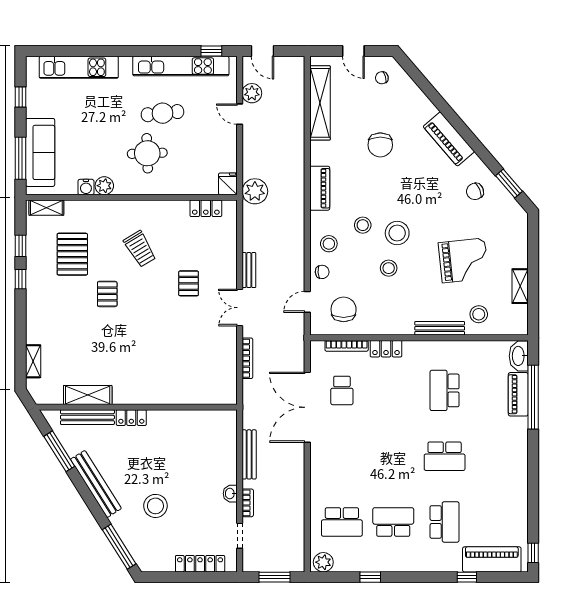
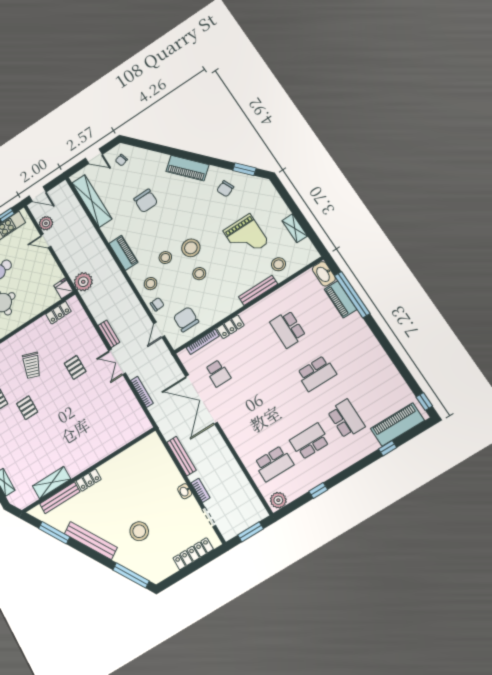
trolley: (140, 249) -> (32, 365), turned 51
grand piano: (463, 260) -> (246, 237), turned 96

